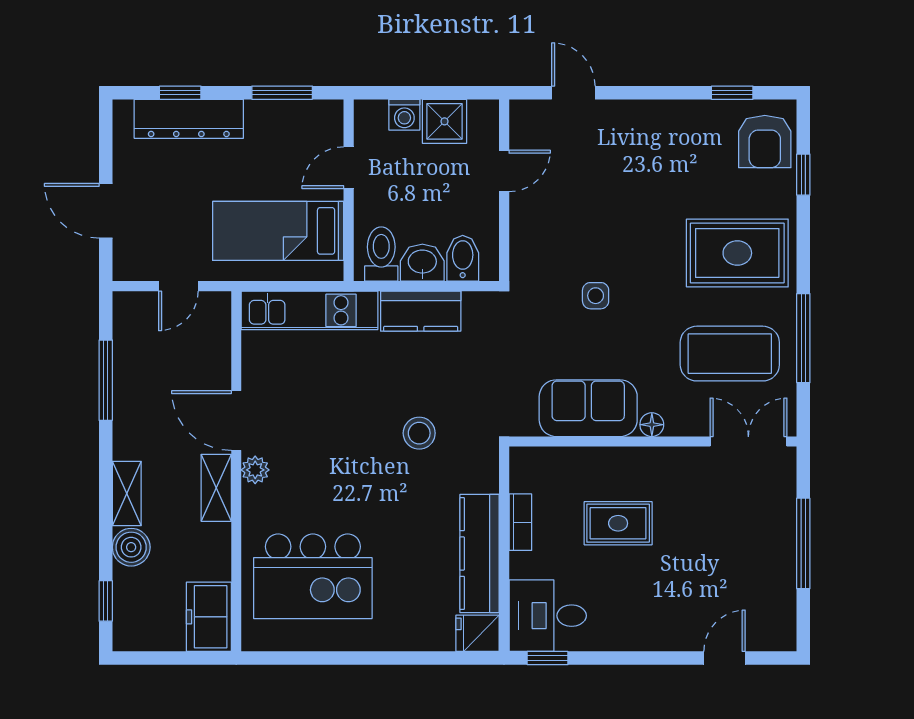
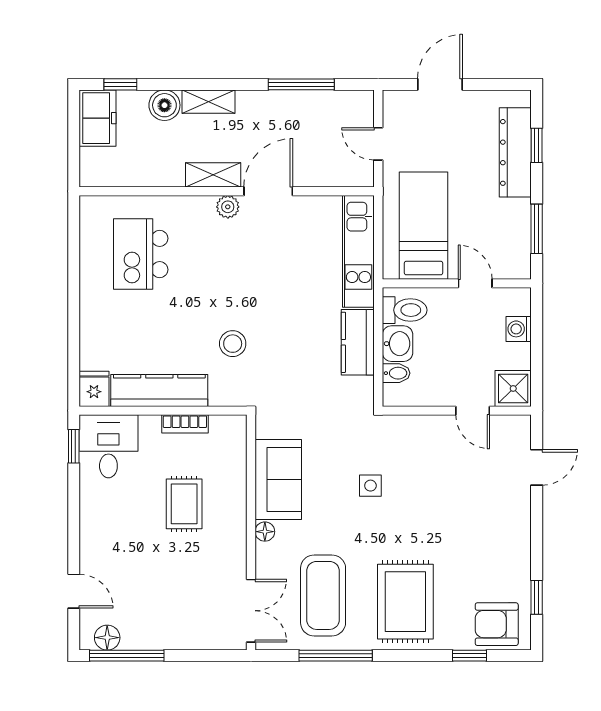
shower: (445, 121) -> (513, 388), moved
bidet: (463, 258) -> (396, 373), width x0.72, depth x0.74
stool: (419, 433) -> (233, 344), moved
window: (803, 543) -> (127, 656), moved
kitchen island: (313, 576) -> (141, 254), width x0.73, depth x0.78
freezer: (209, 617) -> (98, 118), moved, turned 90
floor lamp: (781, 617) -> (107, 638), added

